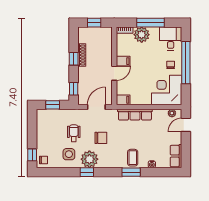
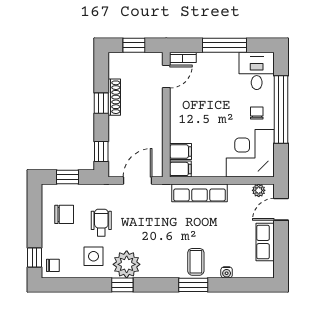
plant: (142, 35) -> (210, 65), removed
filing cabinet: (123, 61) -> (181, 152), moved
door: (114, 73) -> (166, 77), moved
chair: (101, 138) -> (64, 214), moved
row of seats: (176, 156) -> (265, 242), moved

